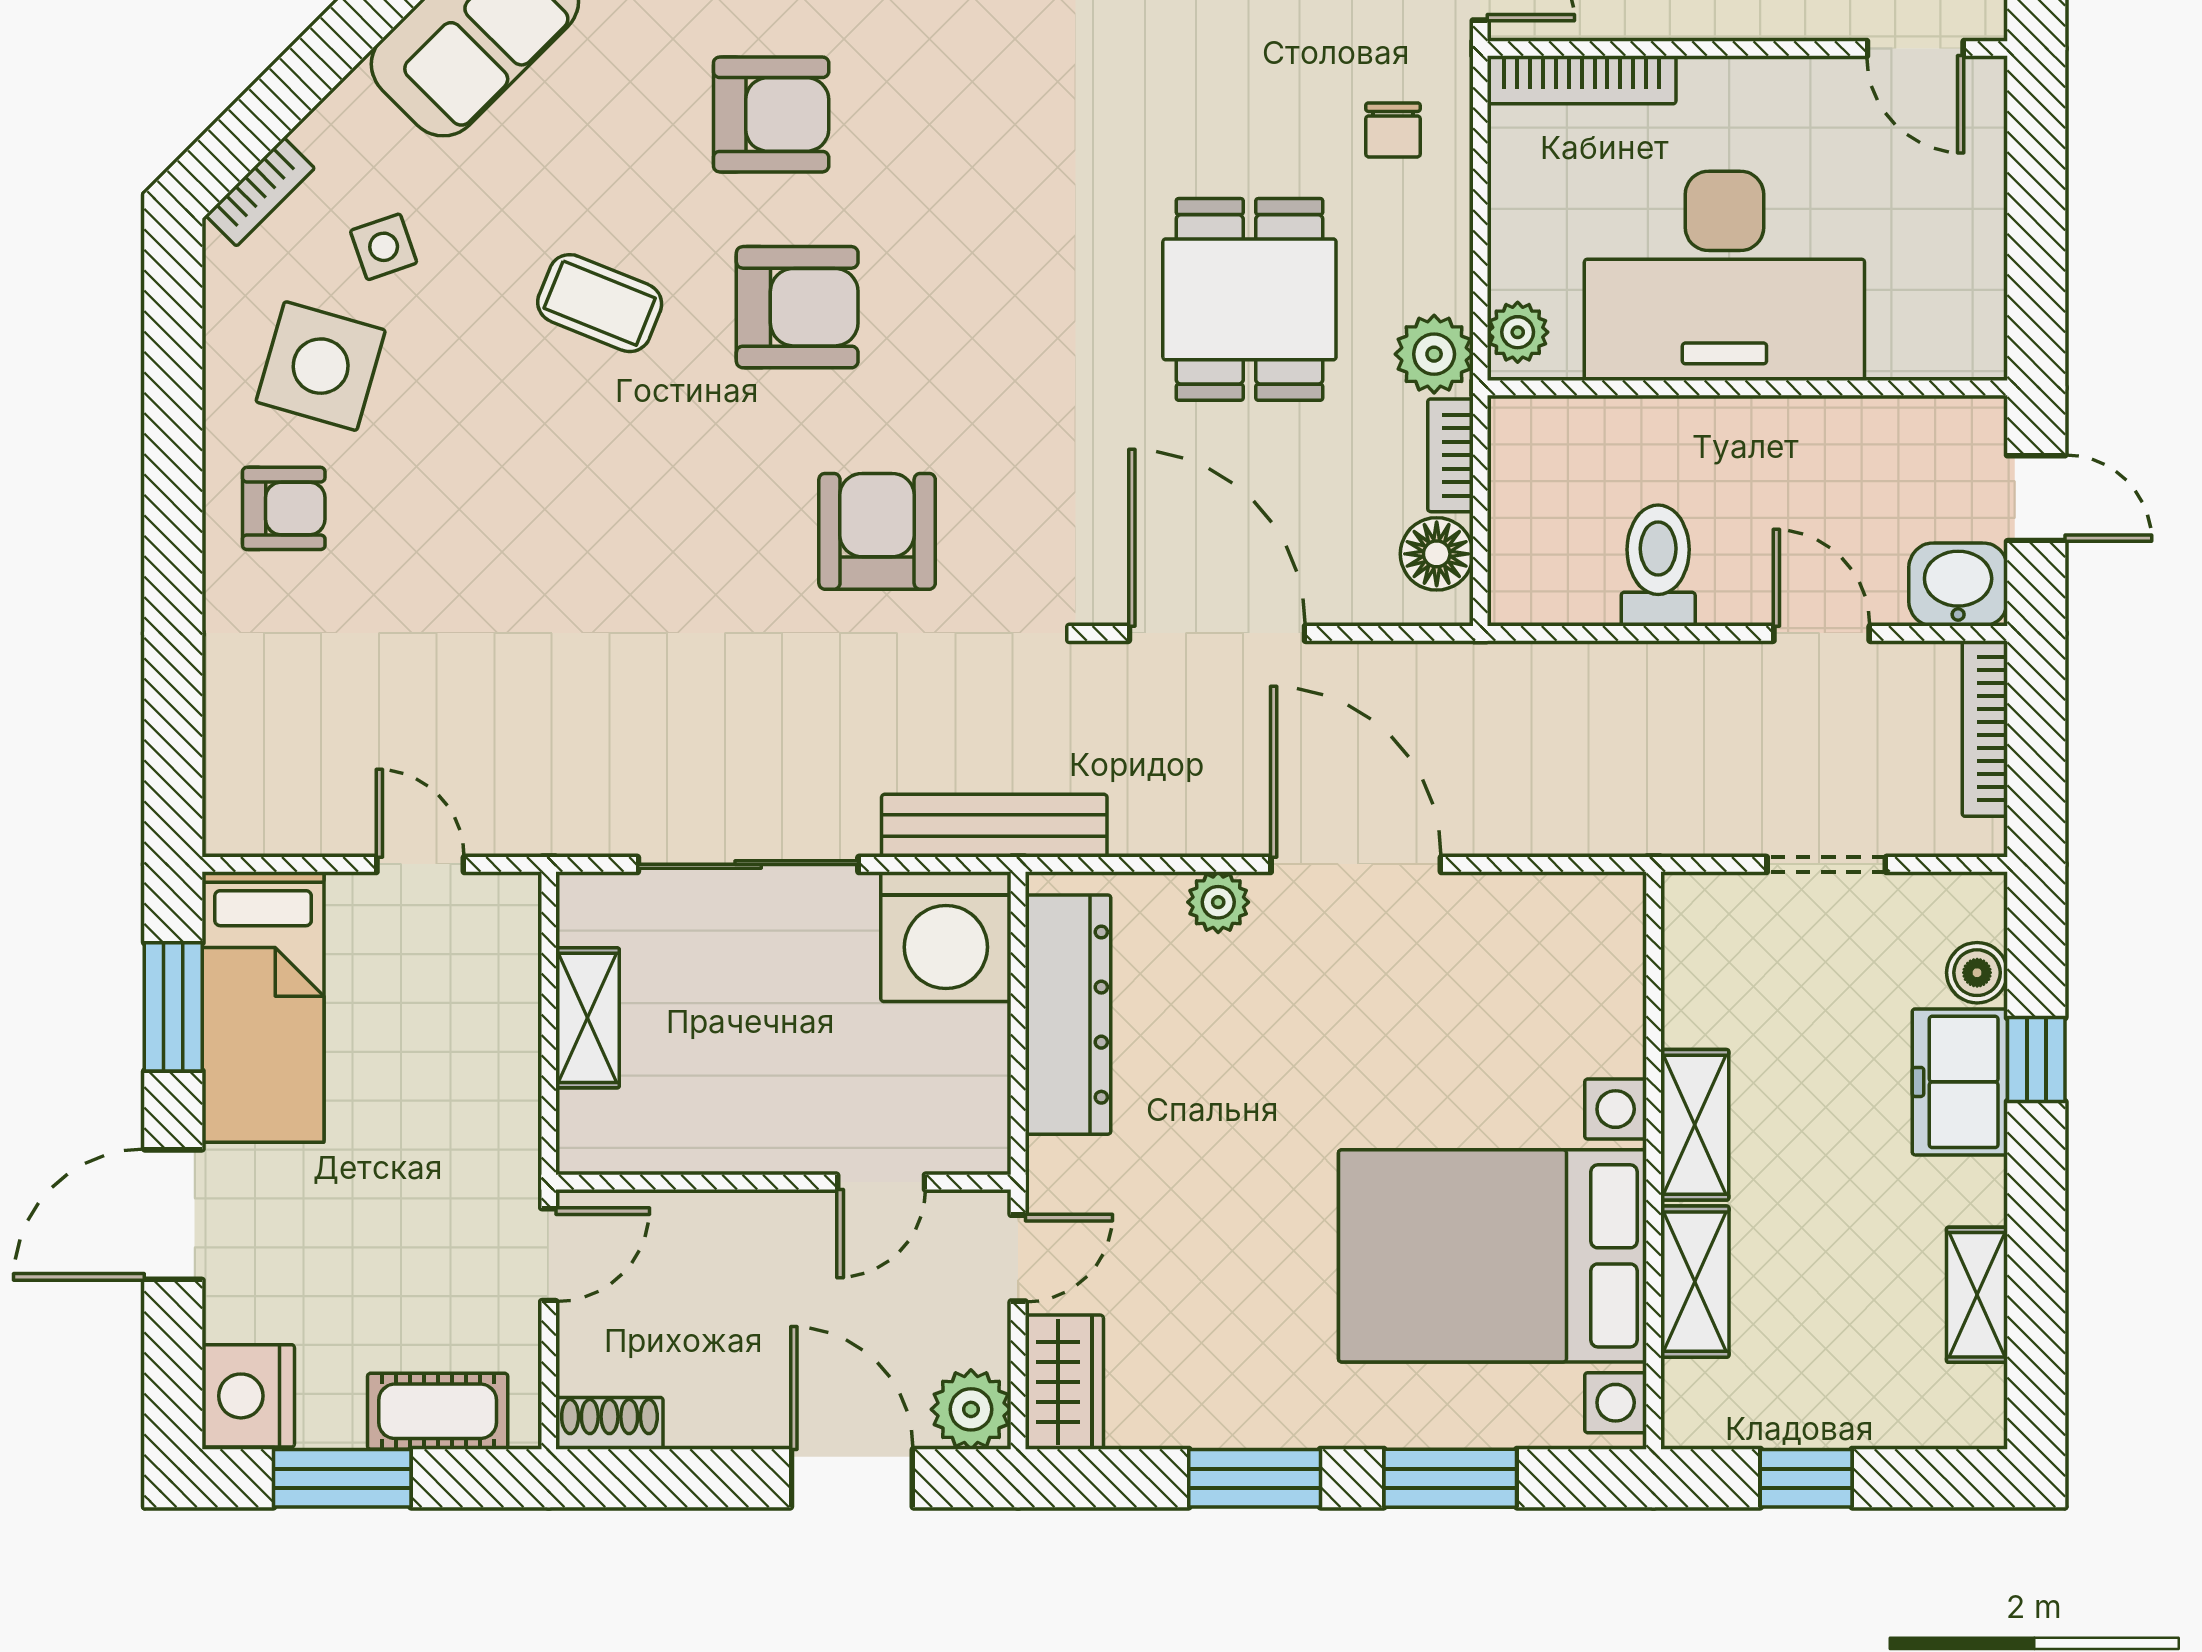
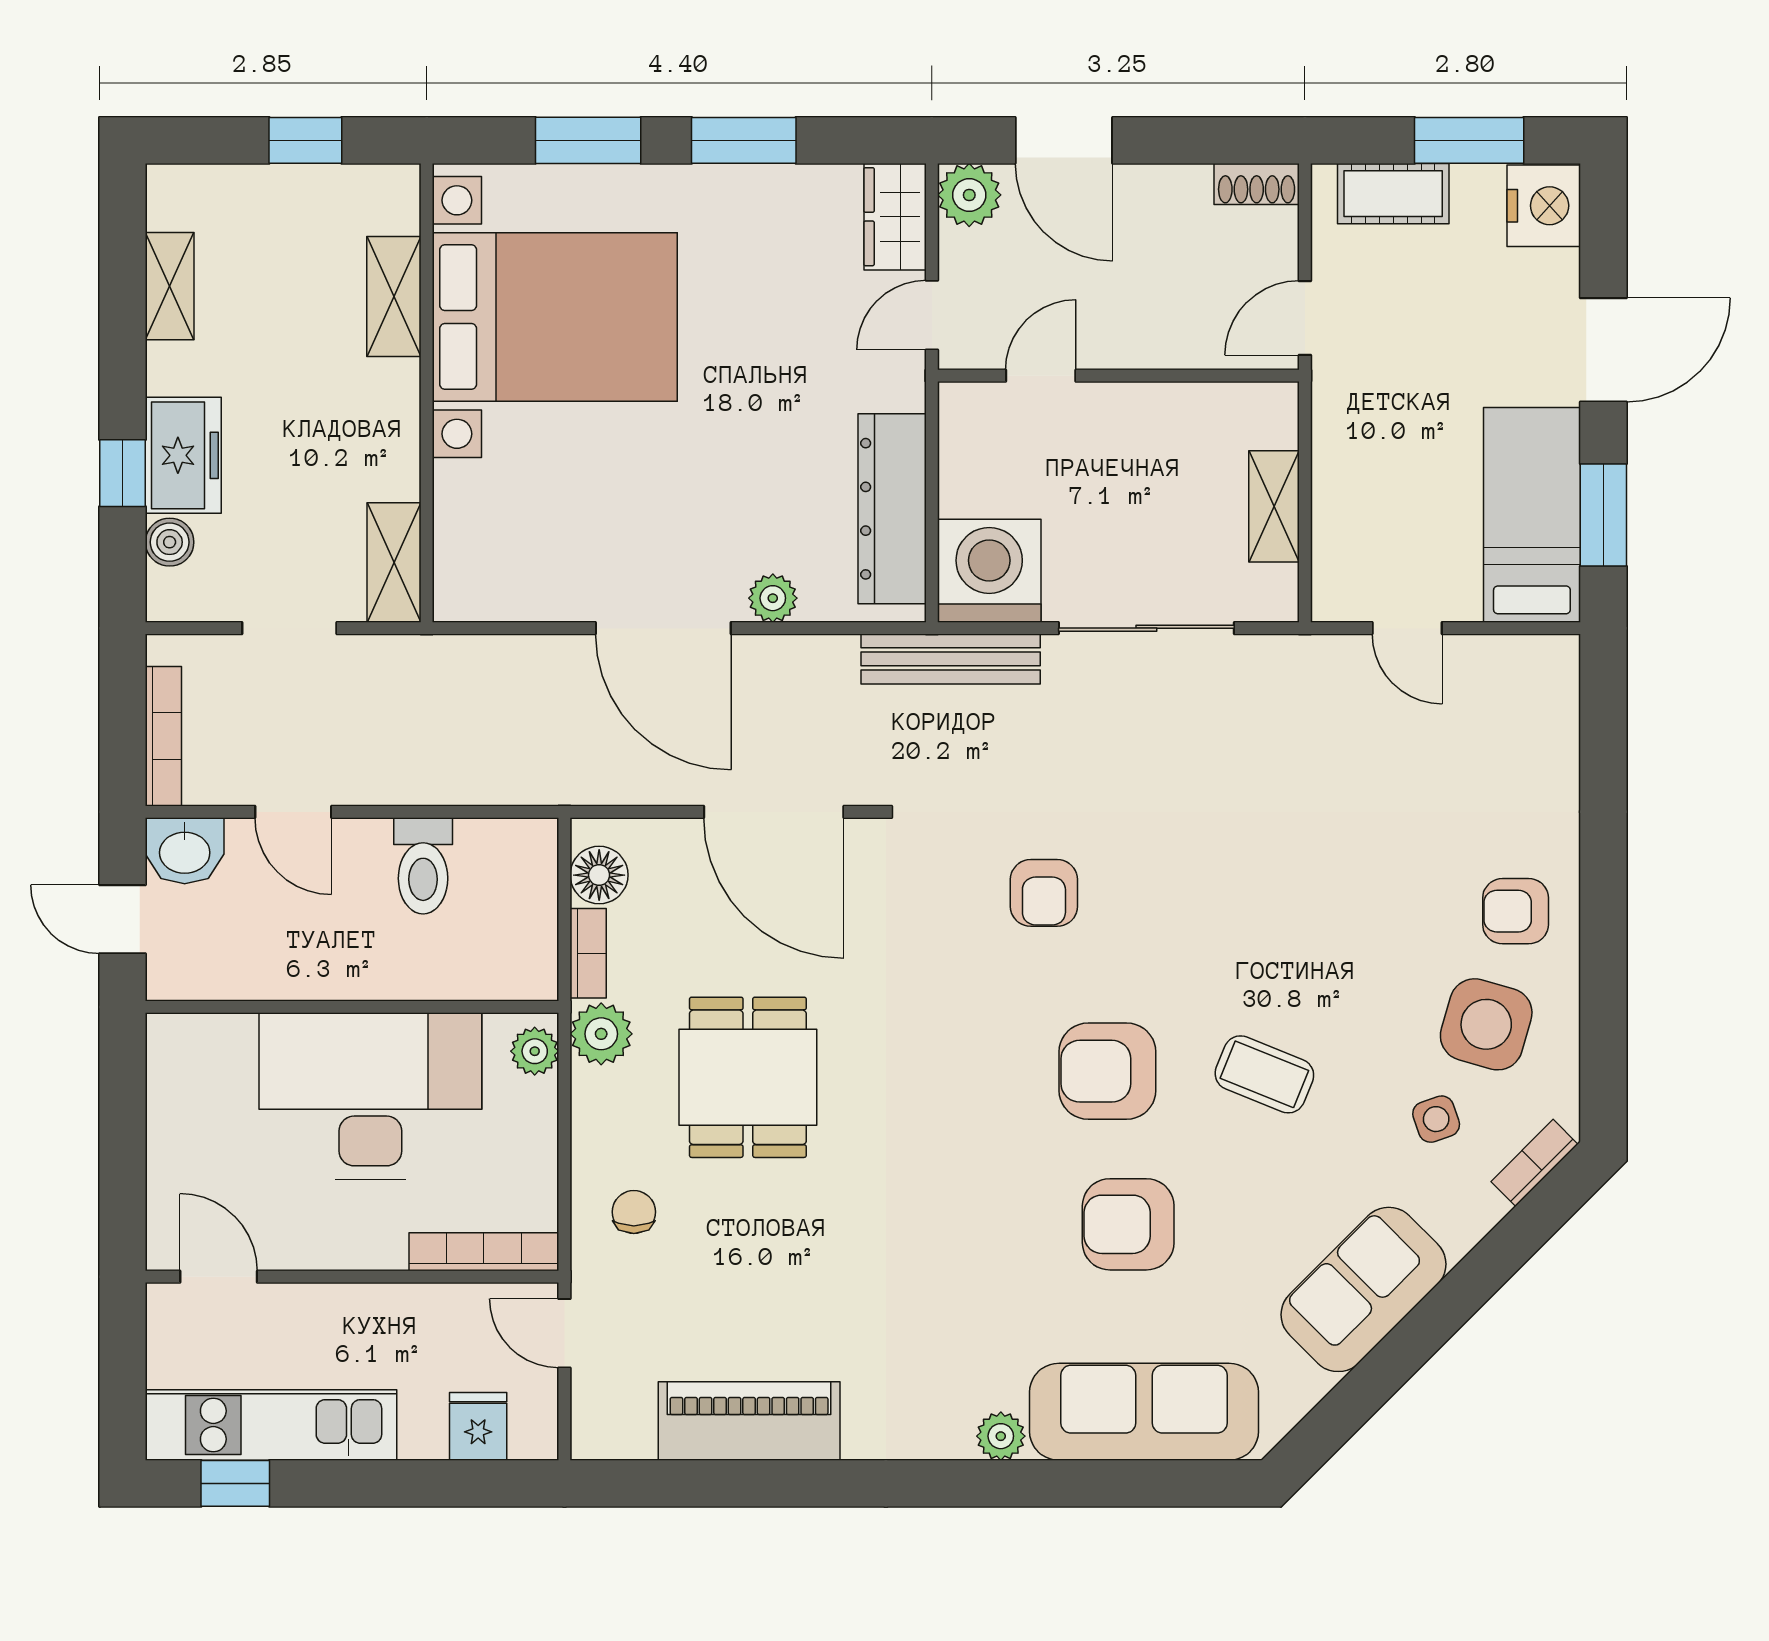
armchair: (877, 531) -> (1044, 893), width x0.72, depth x0.72
shelving: (1695, 1125) -> (394, 563), moved

